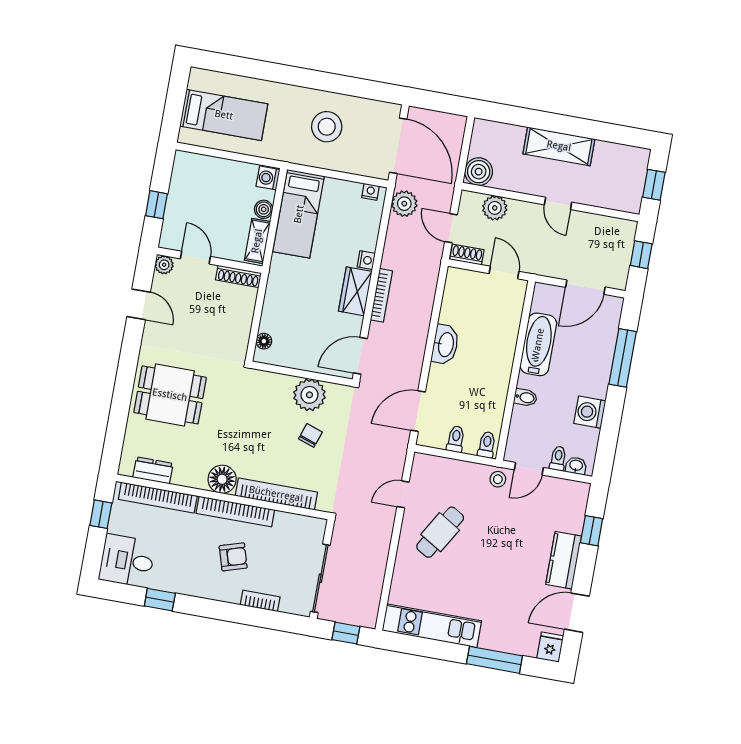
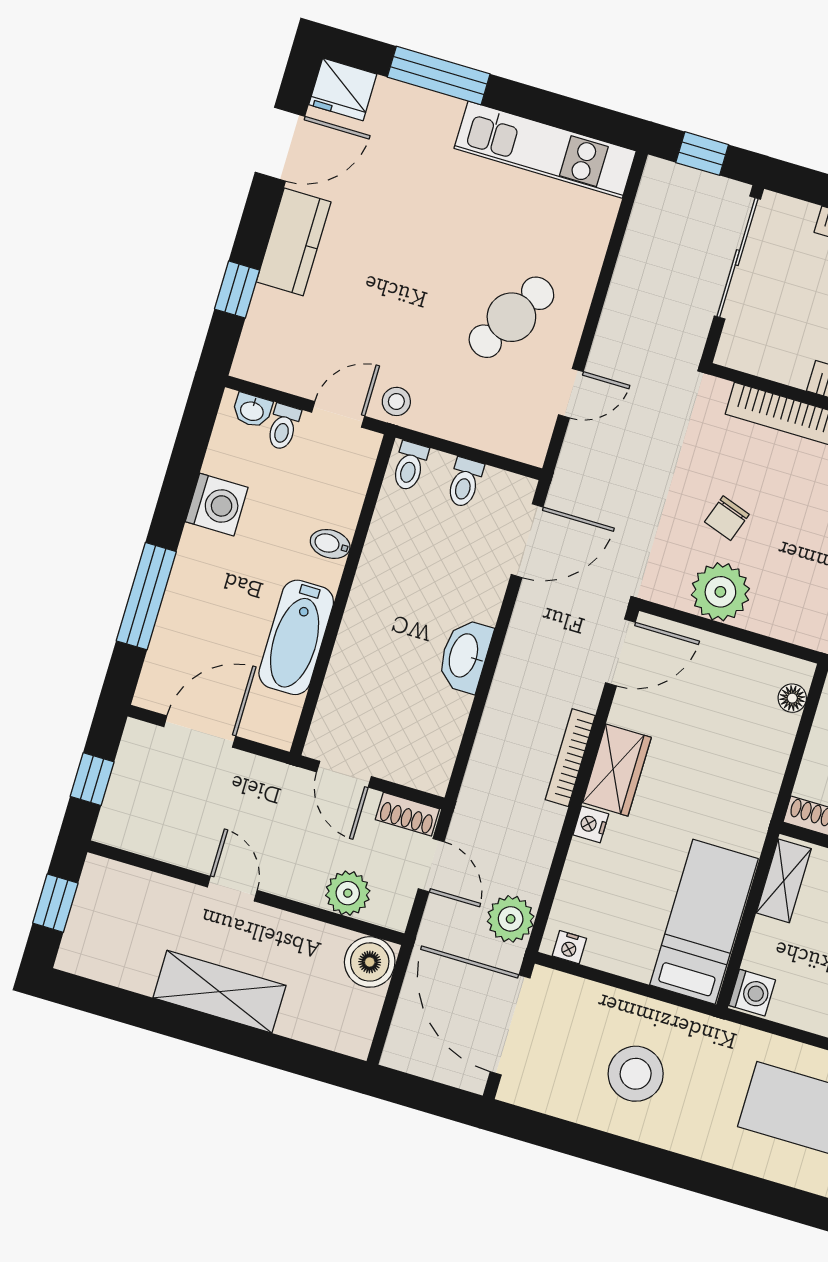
boiler: (264, 209) -> (766, 937), removed
fridge: (550, 647) -> (343, 89), width x1.38

